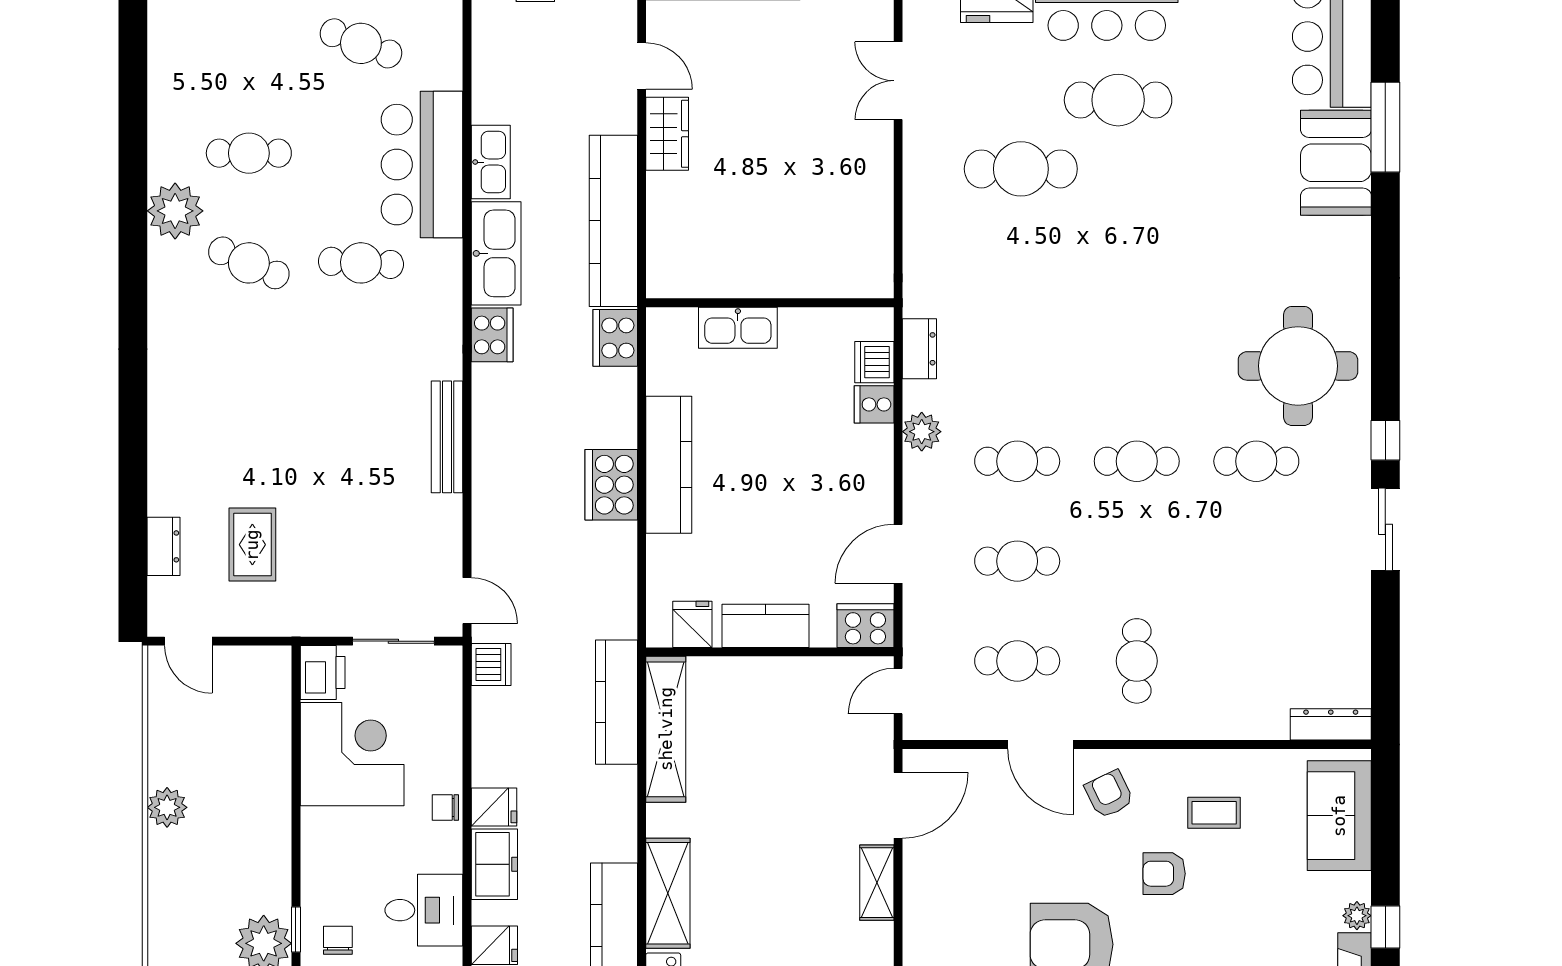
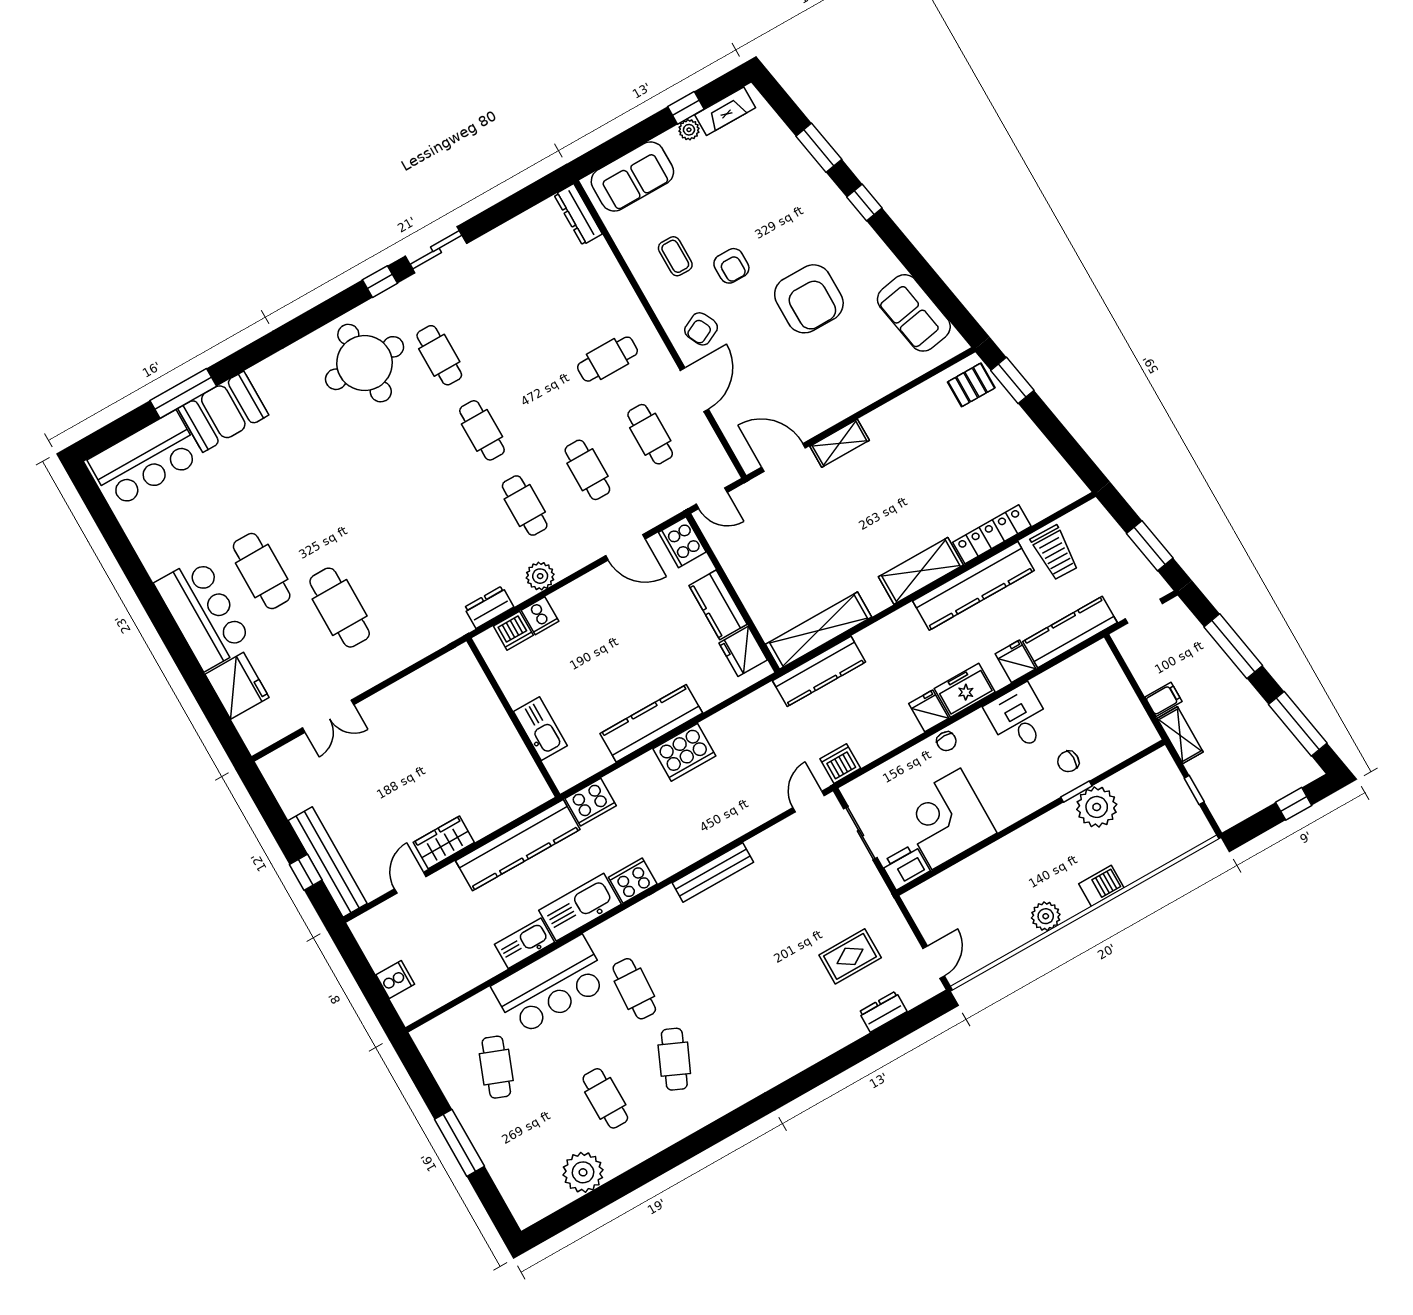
plant: (175, 211) -> (583, 1172), moved
fridge: (692, 624) -> (743, 651), width x1.38
barbecue: (165, 895) -> (1101, 886), added

